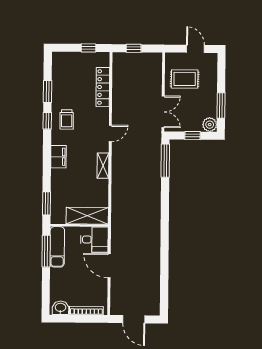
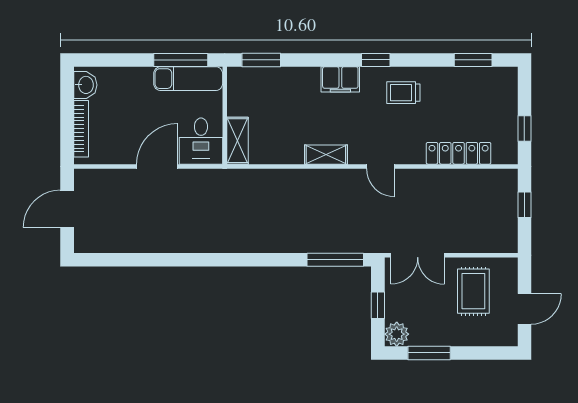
window: (48, 91) -> (473, 60), moved
window: (47, 121) -> (376, 60), moved
shelving: (87, 216) -> (238, 141), width x0.67, depth x0.75

